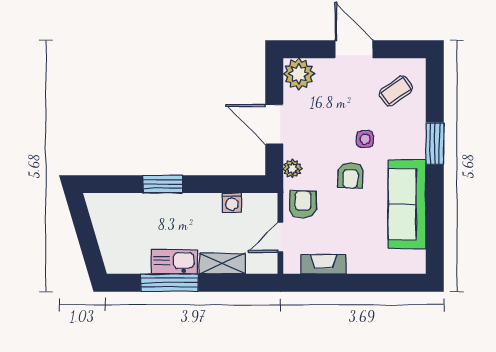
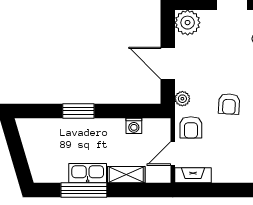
side table: (365, 139) -> (241, 75), removed
armchair: (303, 204) -> (191, 127), turned 180
fireplace: (324, 264) -> (193, 175), moved

